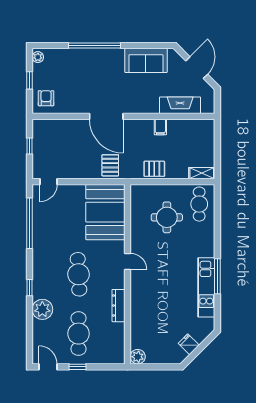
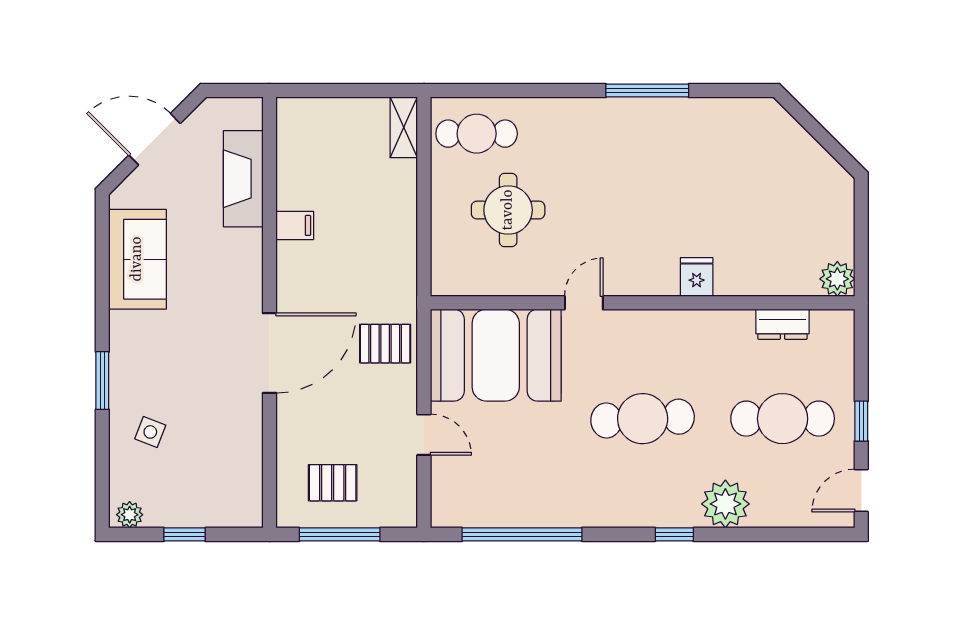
window: (95, 46) -> (102, 381), width x0.47
side table: (73, 66) -> (150, 432), added
armchair: (46, 98) -> (227, 495), removed
window: (29, 146) -> (340, 534), width x2.17
pallet: (154, 169) -> (333, 483), moved, turned 90
door: (48, 182) -> (424, 435), moved
door: (128, 261) -> (584, 303), moved
kitchen unit: (206, 287) -> (674, 117), removed
dresser: (118, 306) -> (782, 324), moved, width x0.70
fridge: (189, 344) -> (697, 277), moved, turned 135

